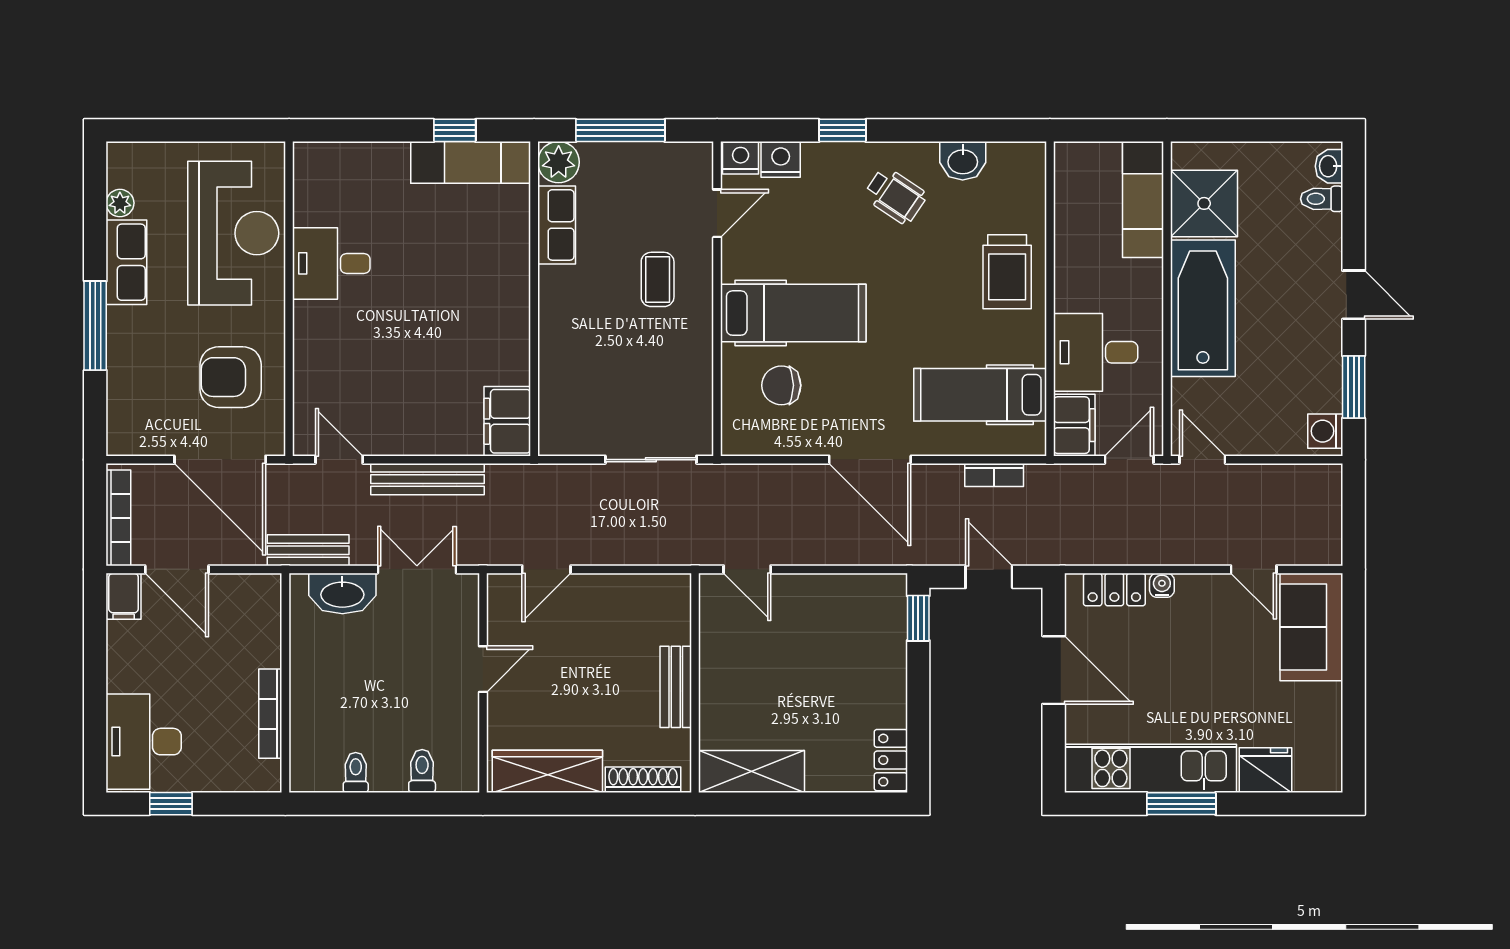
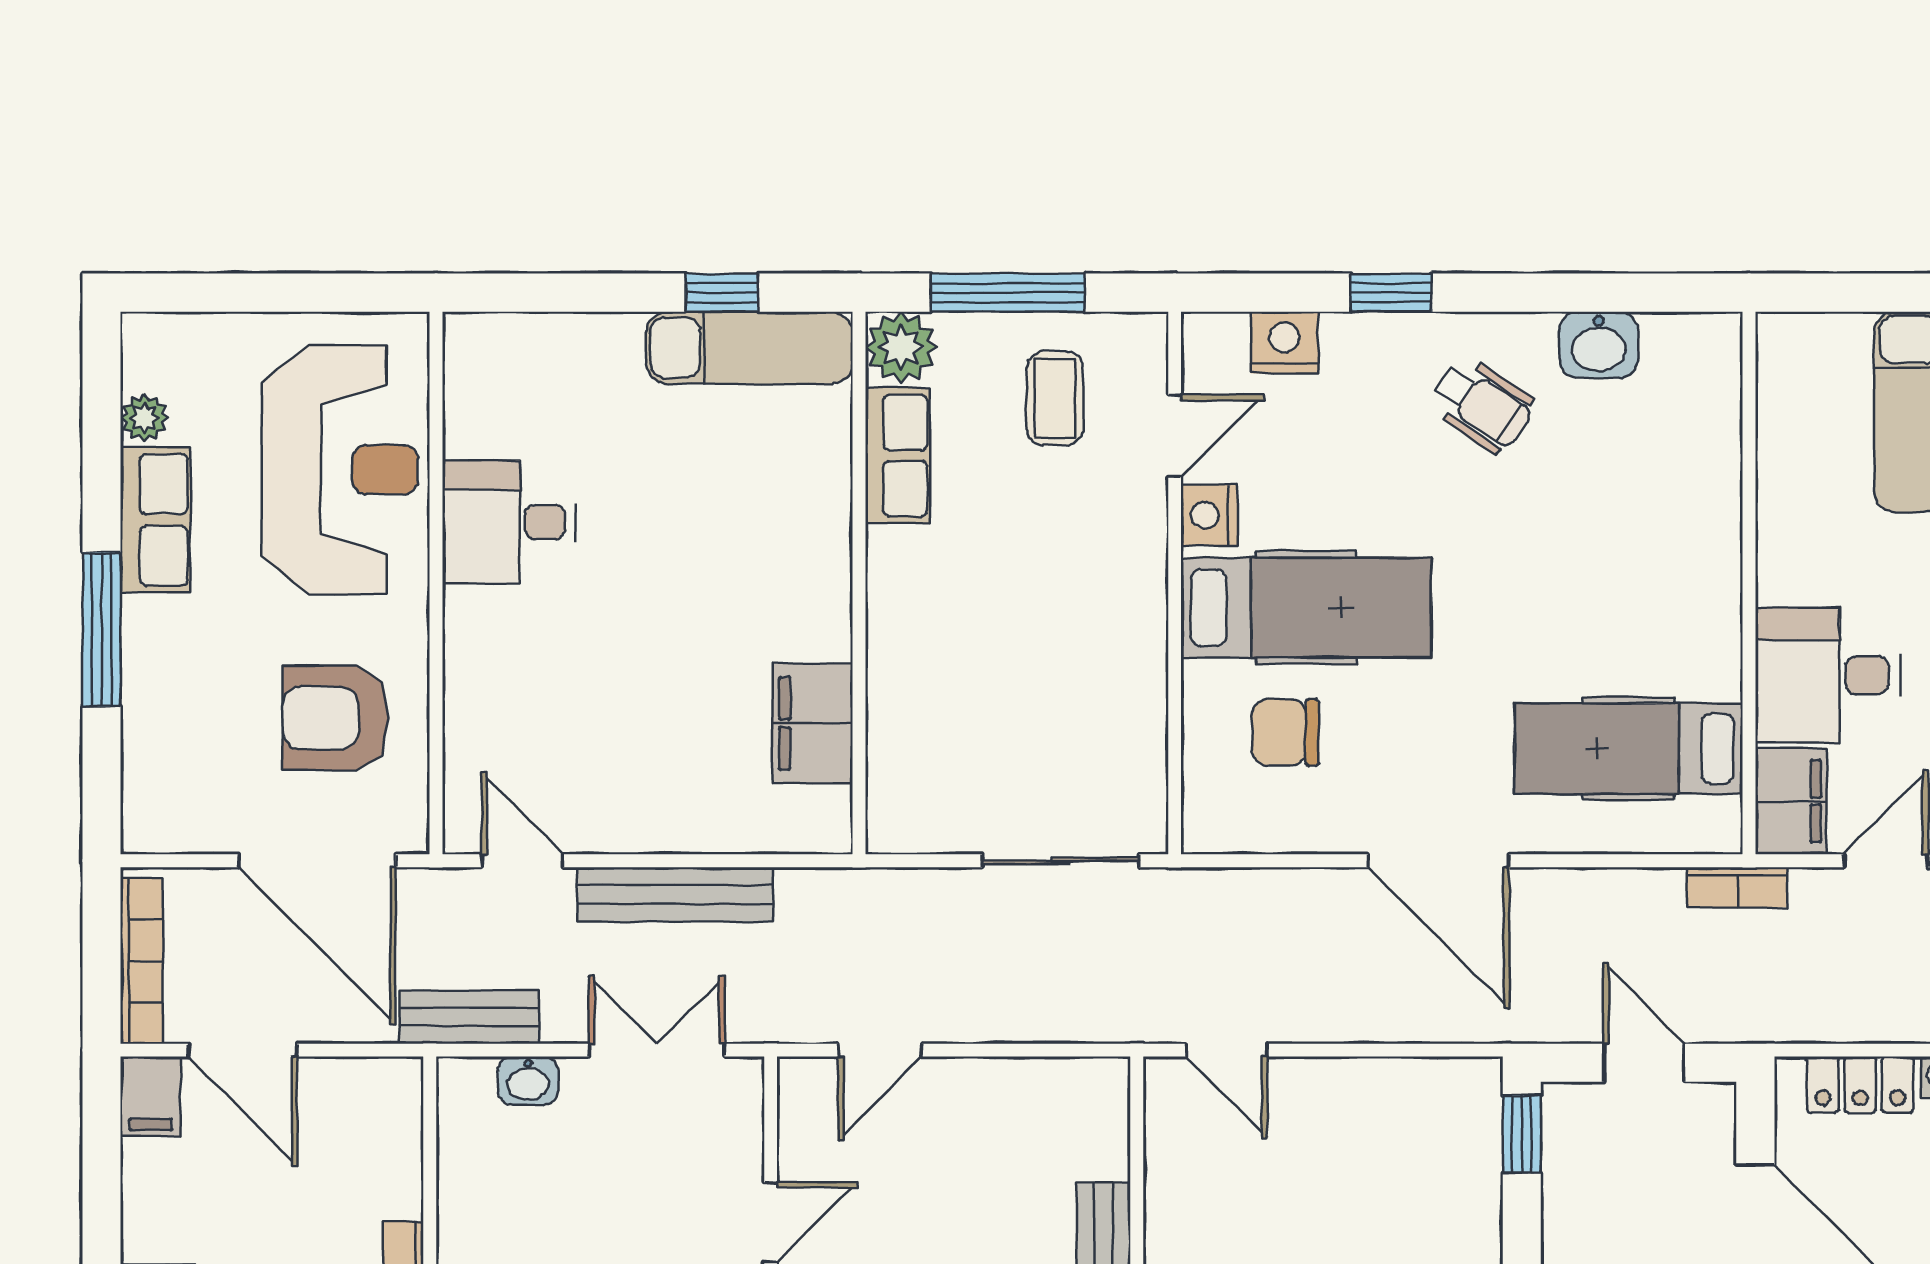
nightstand: (741, 158) -> (1209, 515), moved, turned -90
trolley: (1007, 272) -> (1675, 536), removed
coffee table: (658, 279) -> (1055, 398), moved
filing cabinet: (507, 421) -> (813, 723), moved
bookcase: (994, 475) -> (1737, 887), moved
washbasin: (342, 593) -> (528, 1081), width x0.52, depth x0.69

